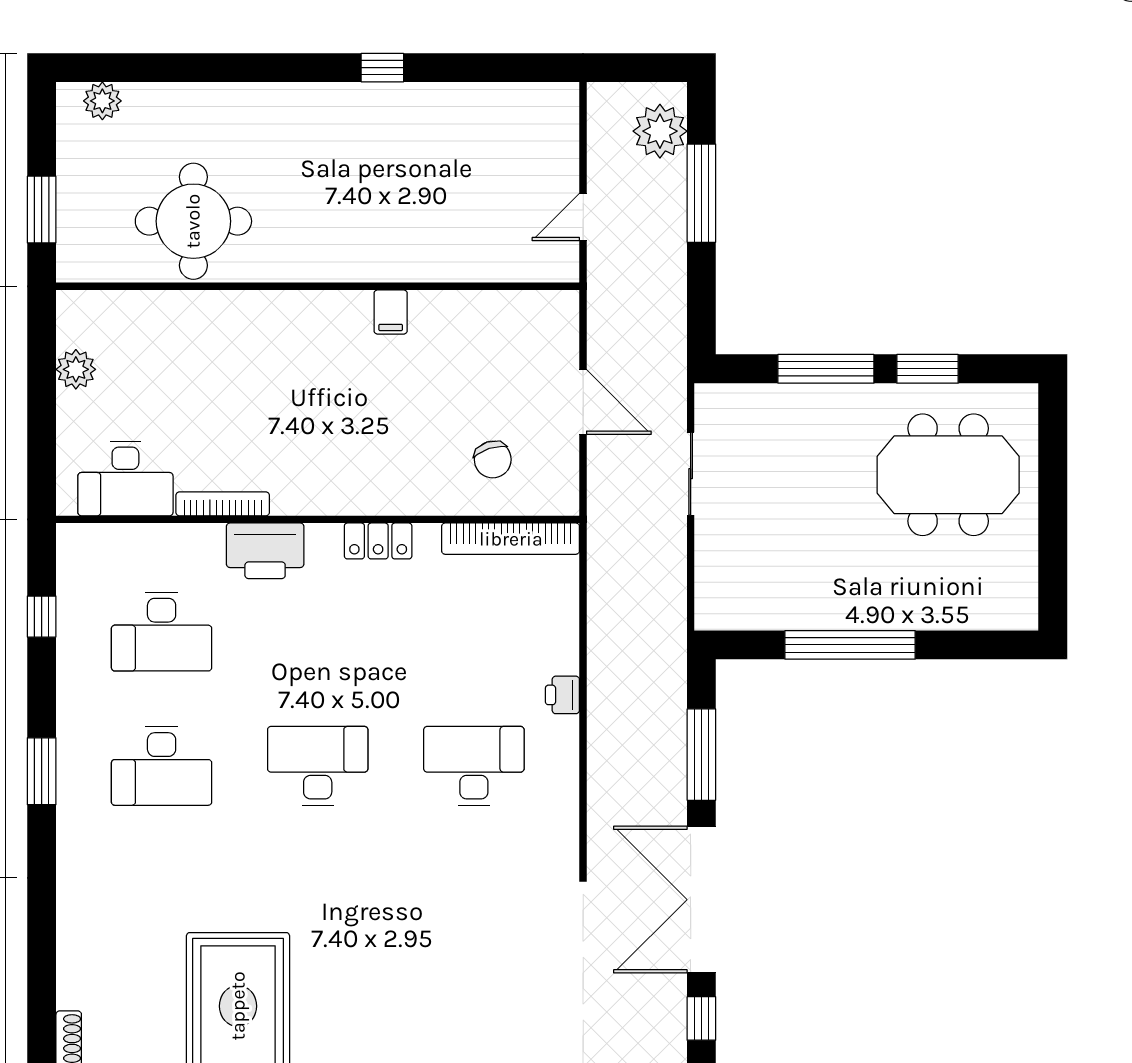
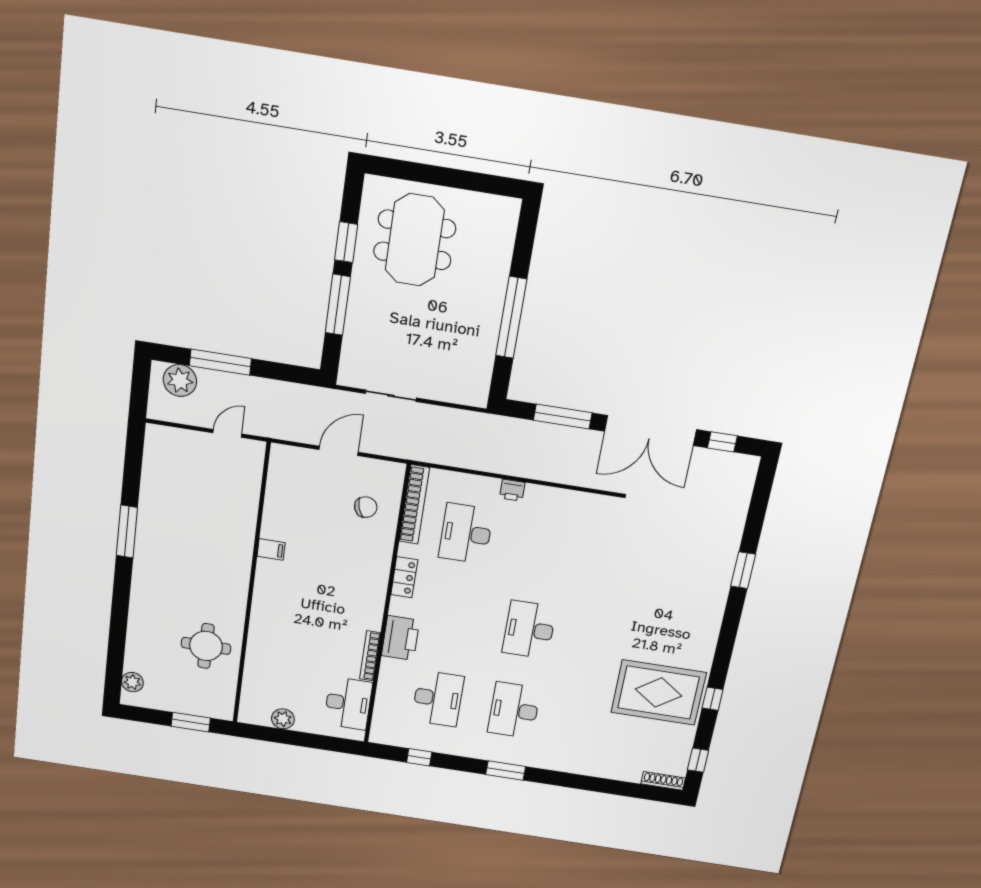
window: (382, 68) -> (127, 532), width x2.17
door: (583, 217) -> (227, 433), swing flipped
round table: (193, 221) -> (206, 646), width x0.73, depth x0.73
desk: (162, 766) -> (514, 710), turned 180
desk: (474, 766) -> (466, 533), moved

